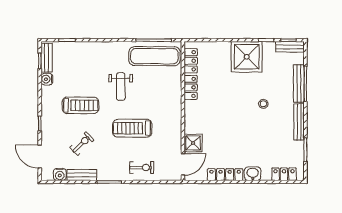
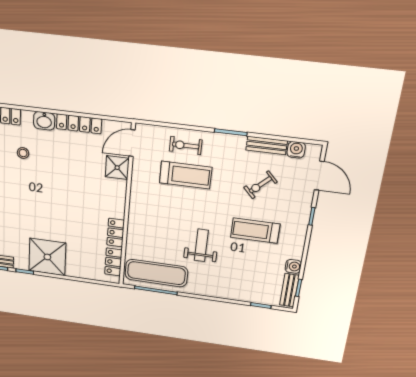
stool: (263, 104) -> (23, 153), moved
treadmill: (132, 128) -> (186, 175), moved

